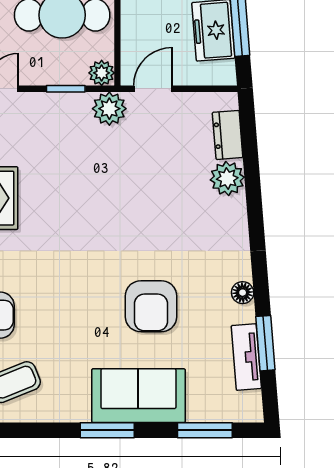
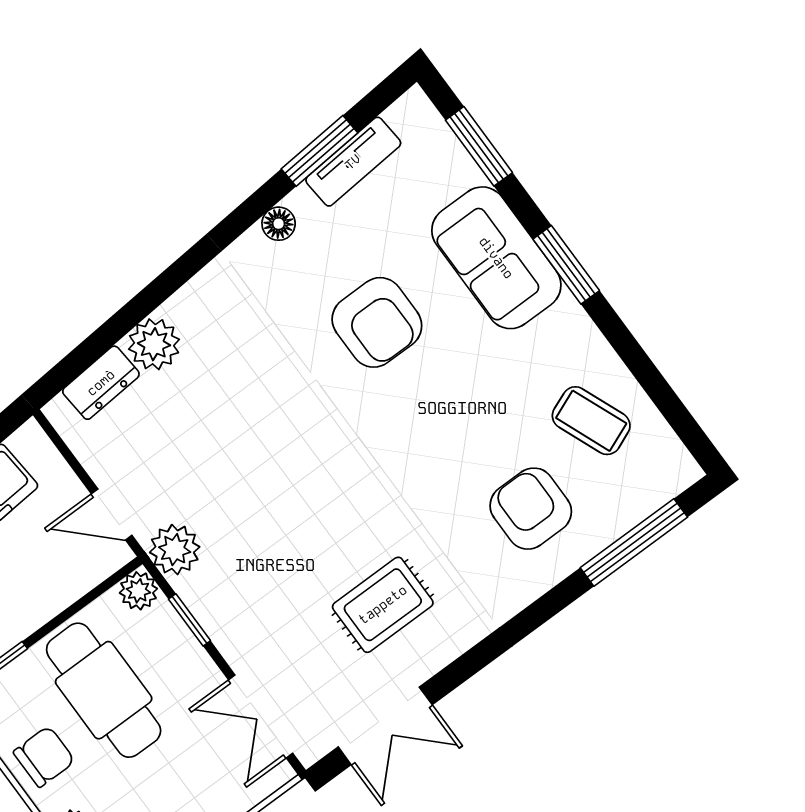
armchair: (151, 306) -> (377, 322), turned 90

